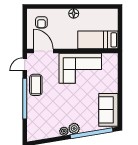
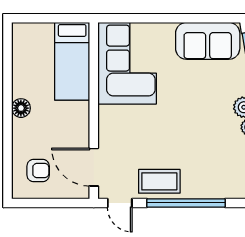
door: (43, 51) -> (94, 167), hinge flipped
corner sofa: (80, 68) -> (127, 63), moved

